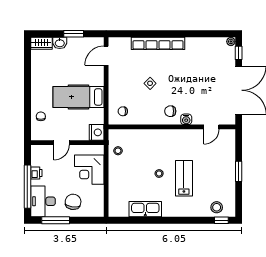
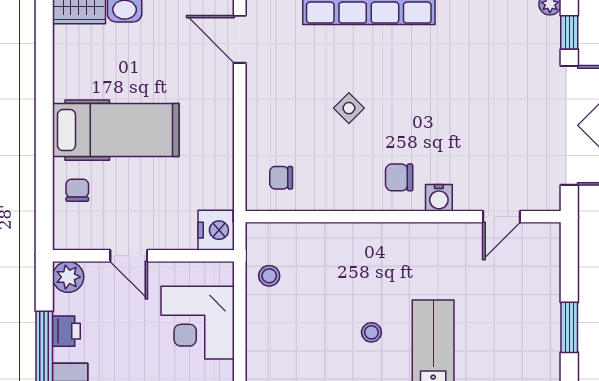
door: (106, 56) -> (240, 39), hinge flipped
hospital bed: (78, 97) -> (116, 130), moved, turned 180
door: (61, 143) -> (129, 256), hinge flipped
plant: (37, 151) -> (68, 277), added

